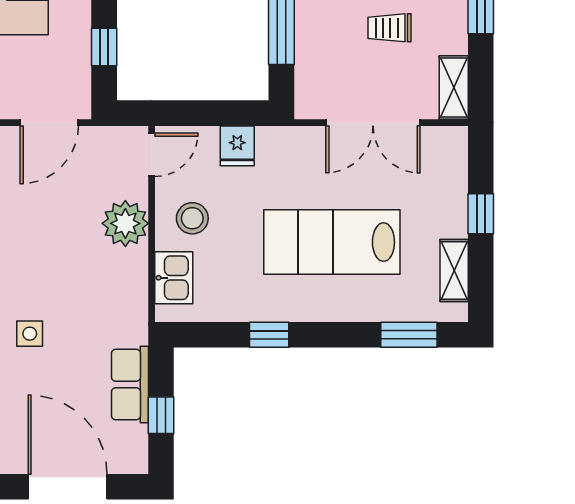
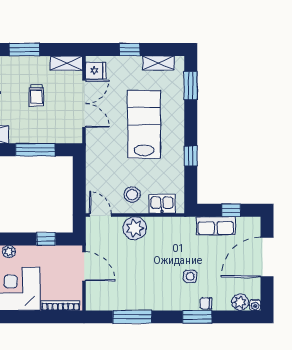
fridge: (237, 146) -> (96, 70), moved
lab bench: (332, 242) -> (144, 124), turned 180

